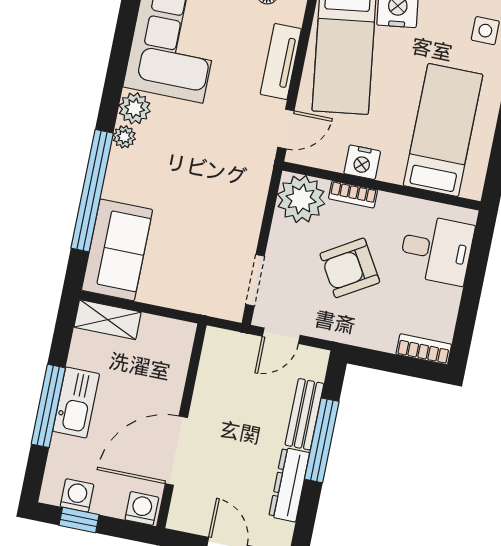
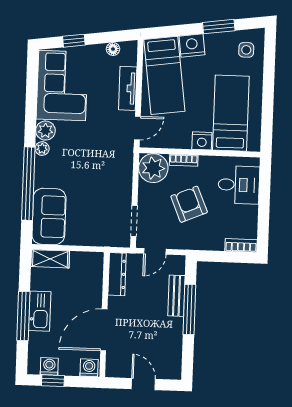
nightstand: (362, 162) -> (202, 141), moved
armchair: (350, 268) -> (189, 204), turned 98
dresser: (289, 485) -> (117, 274), moved, turned 180

